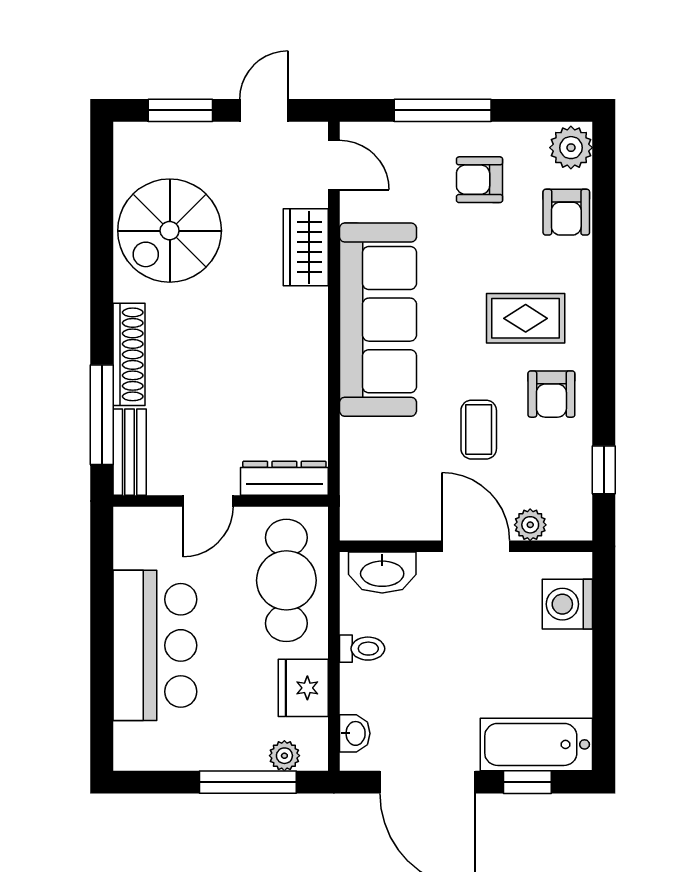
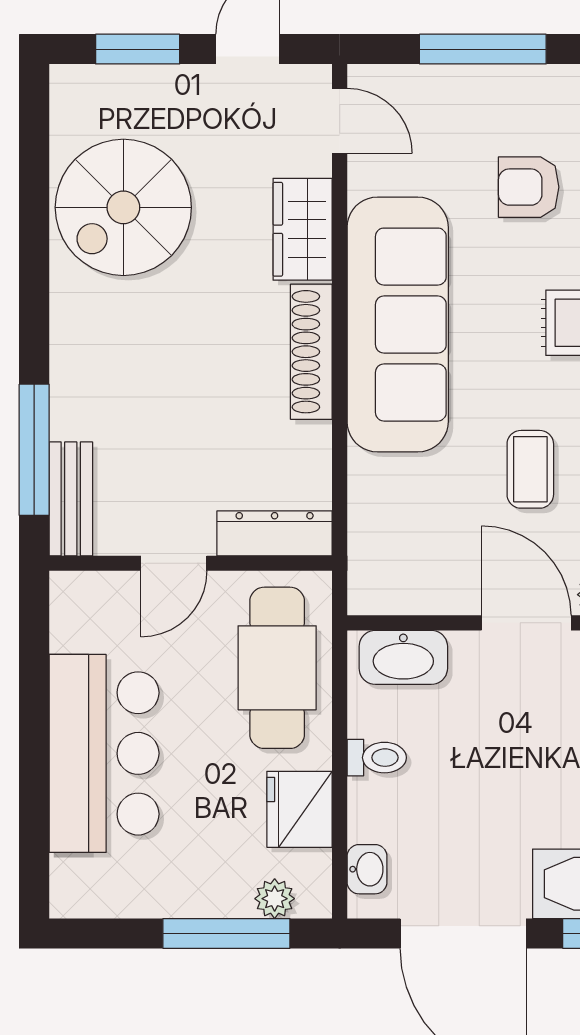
armchair: (479, 180) -> (529, 187), moved
shoe rack: (129, 354) -> (311, 352), moved, turned 180

